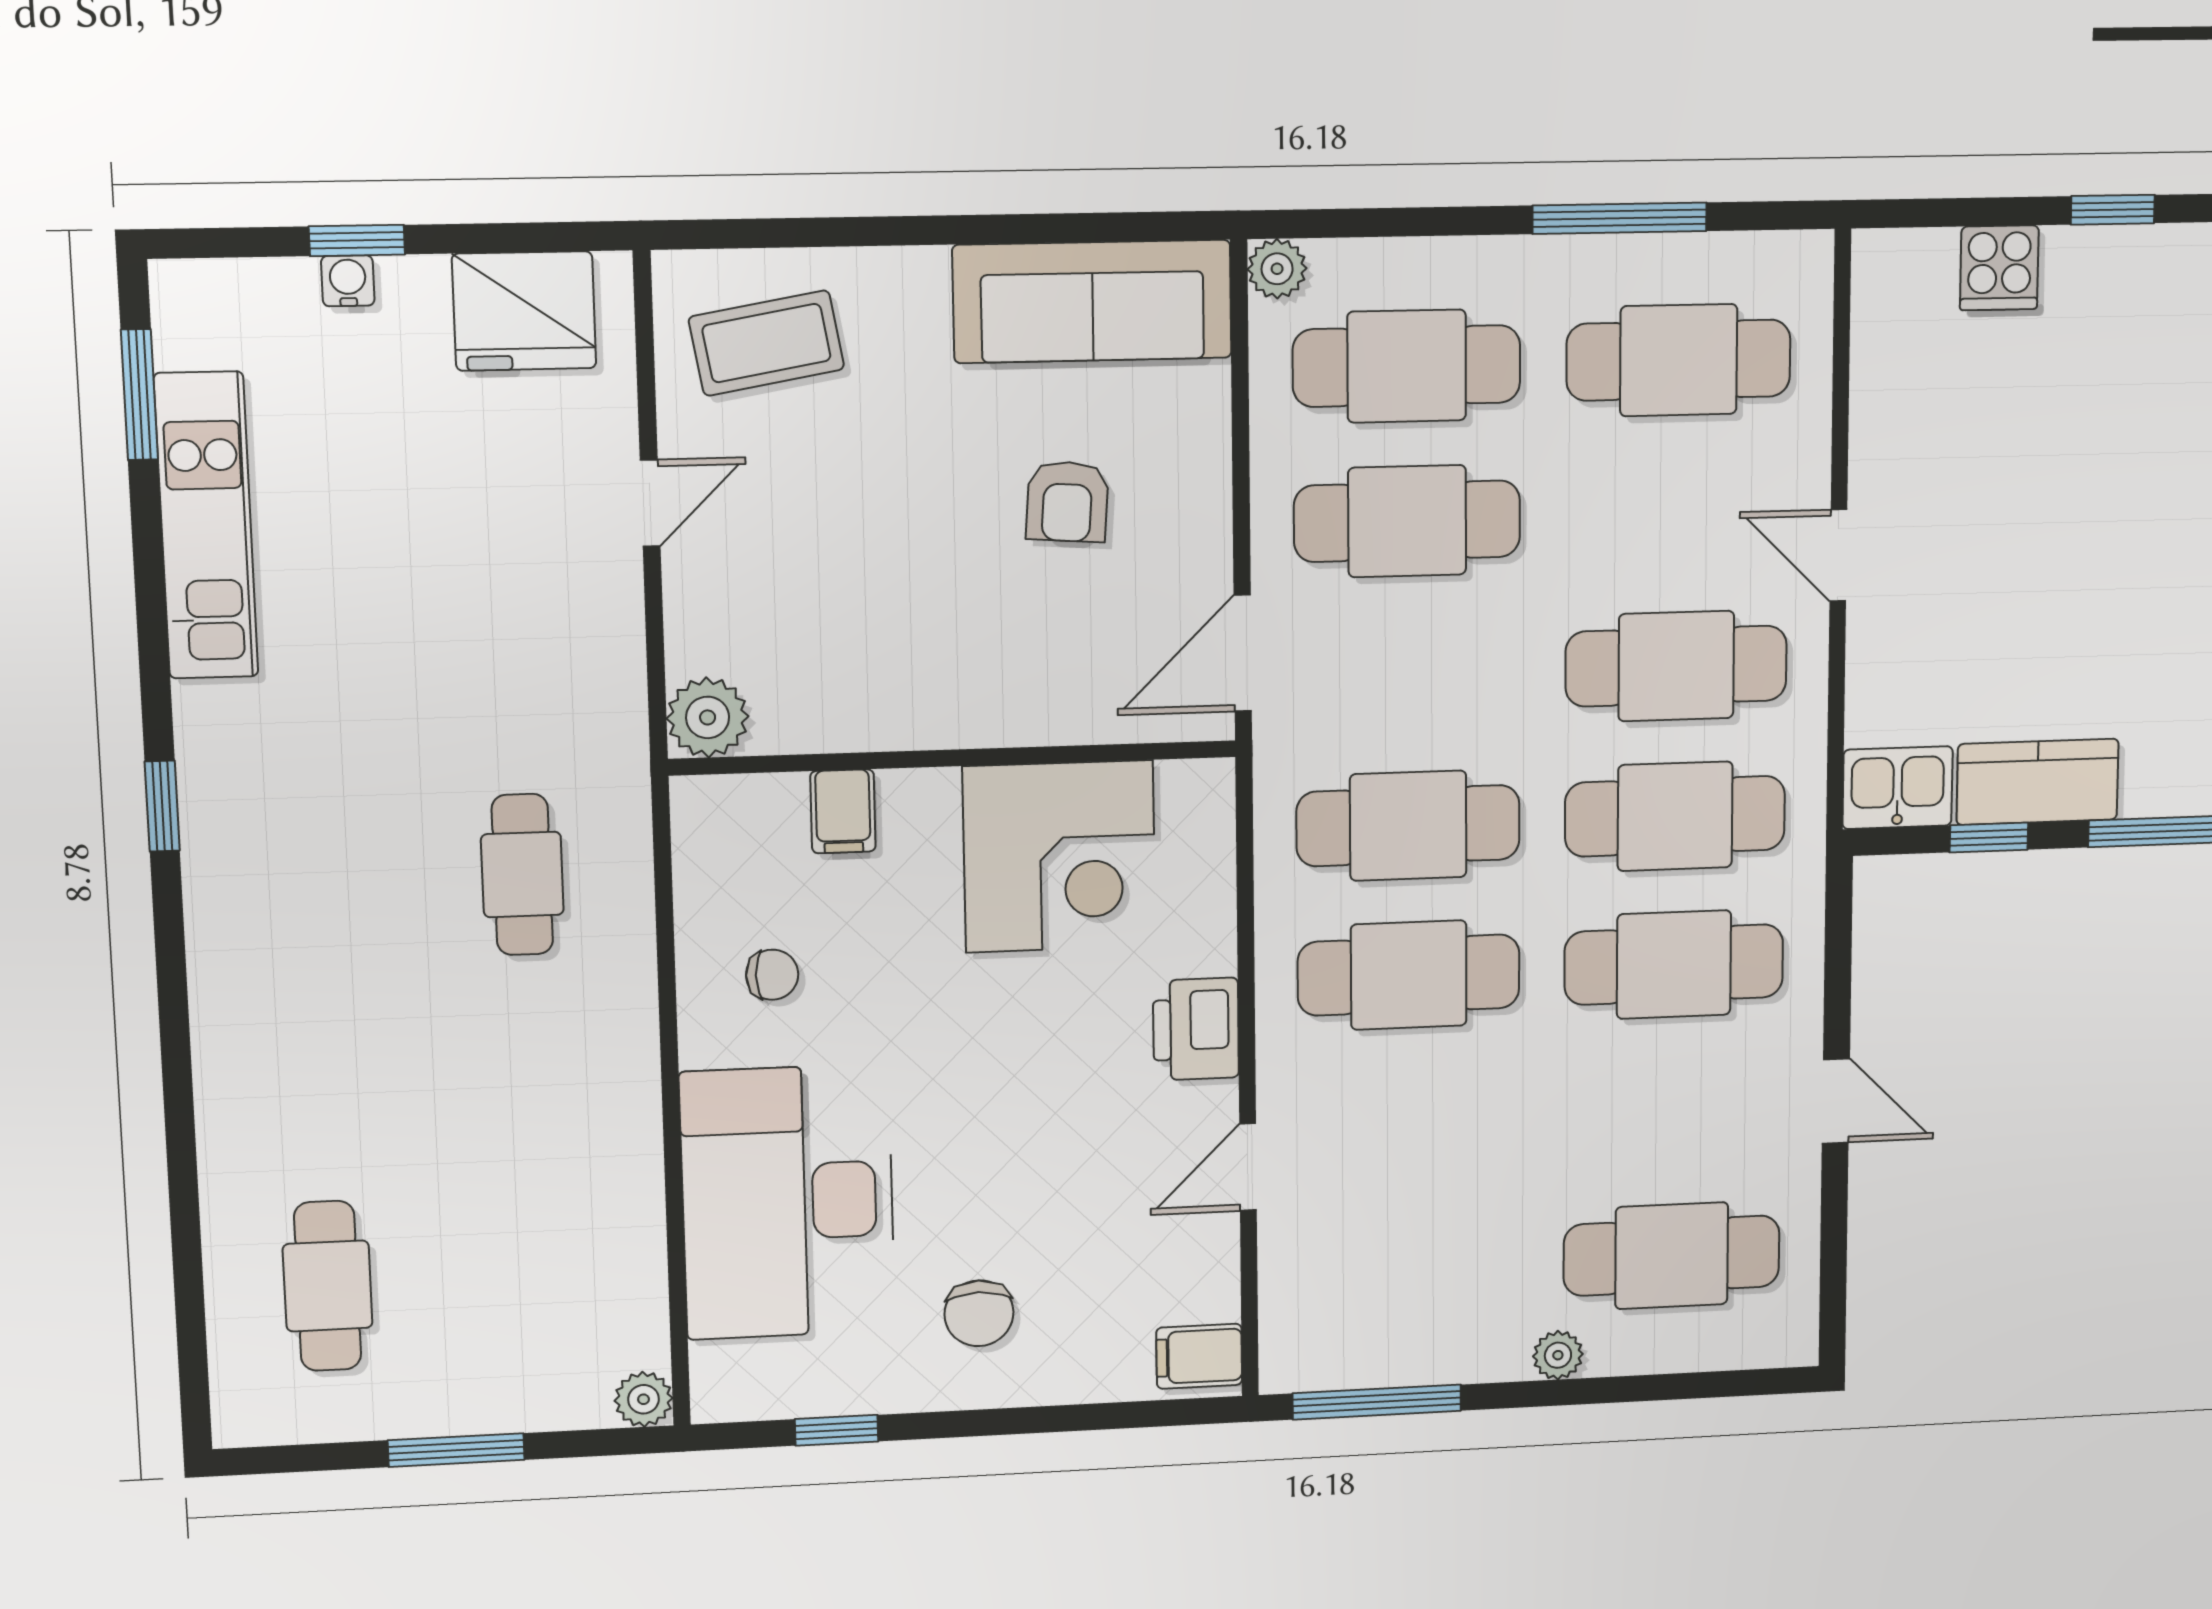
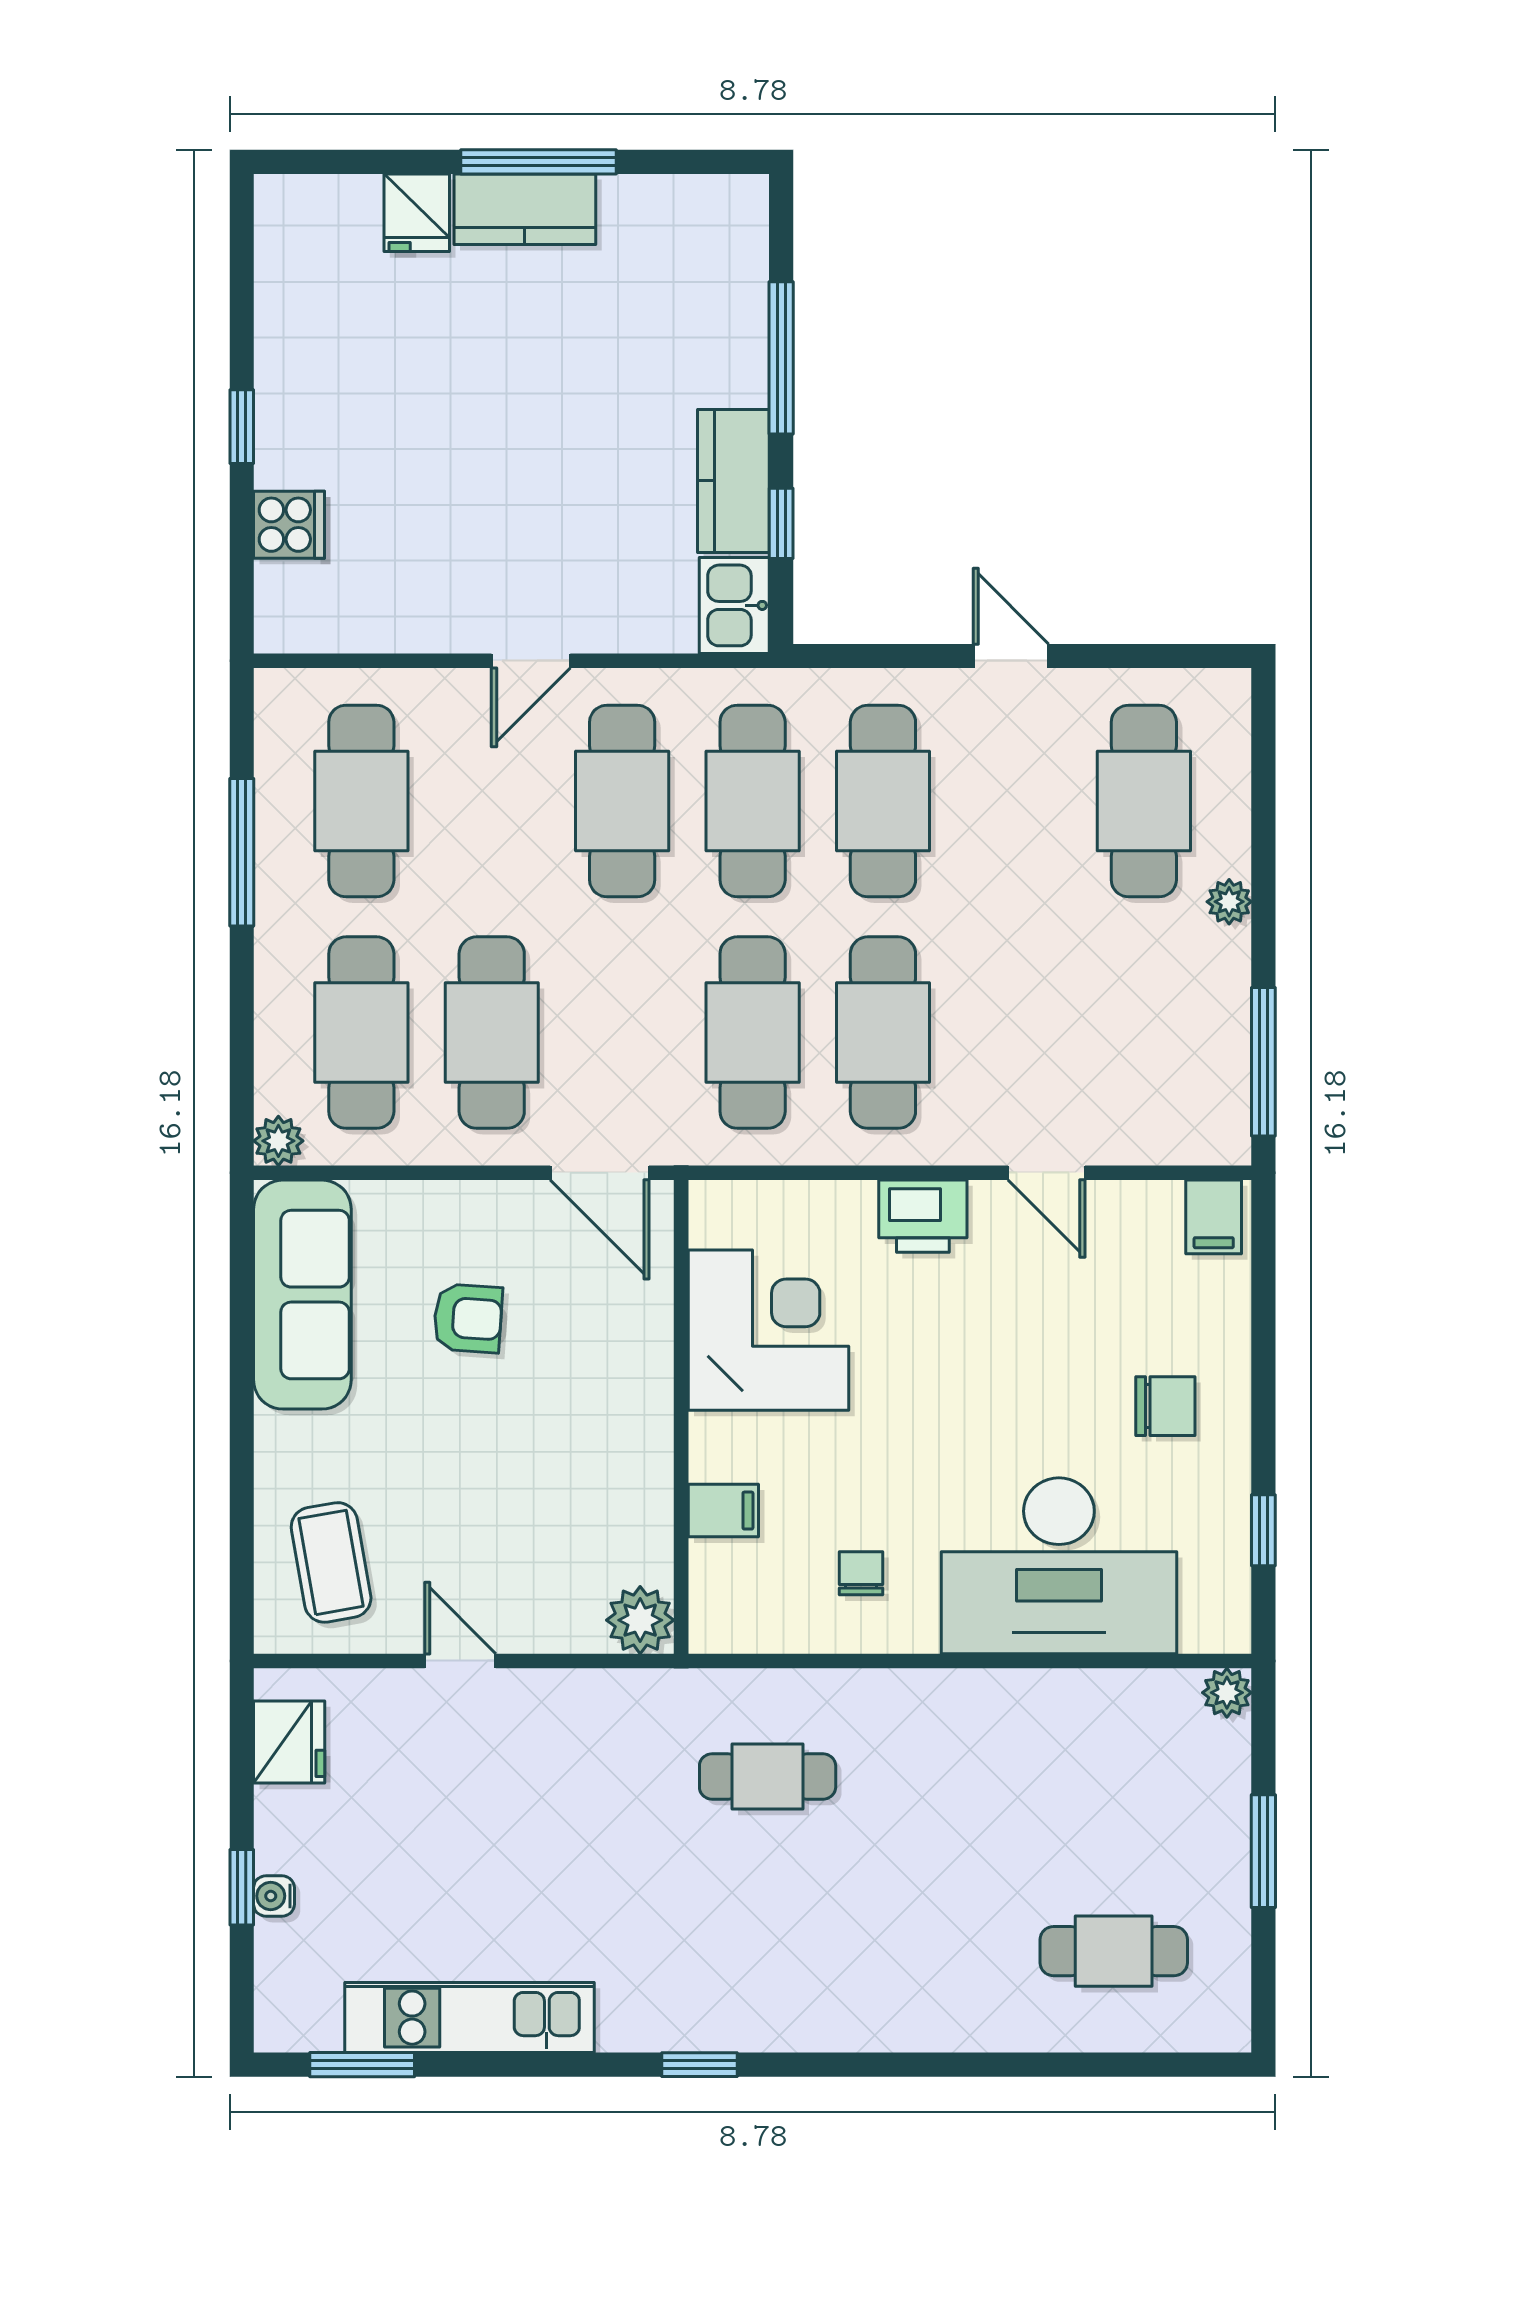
fridge: (524, 311) -> (289, 1742), width x0.73, depth x0.75
door: (1836, 1101) -> (1011, 656), hinge flipped

